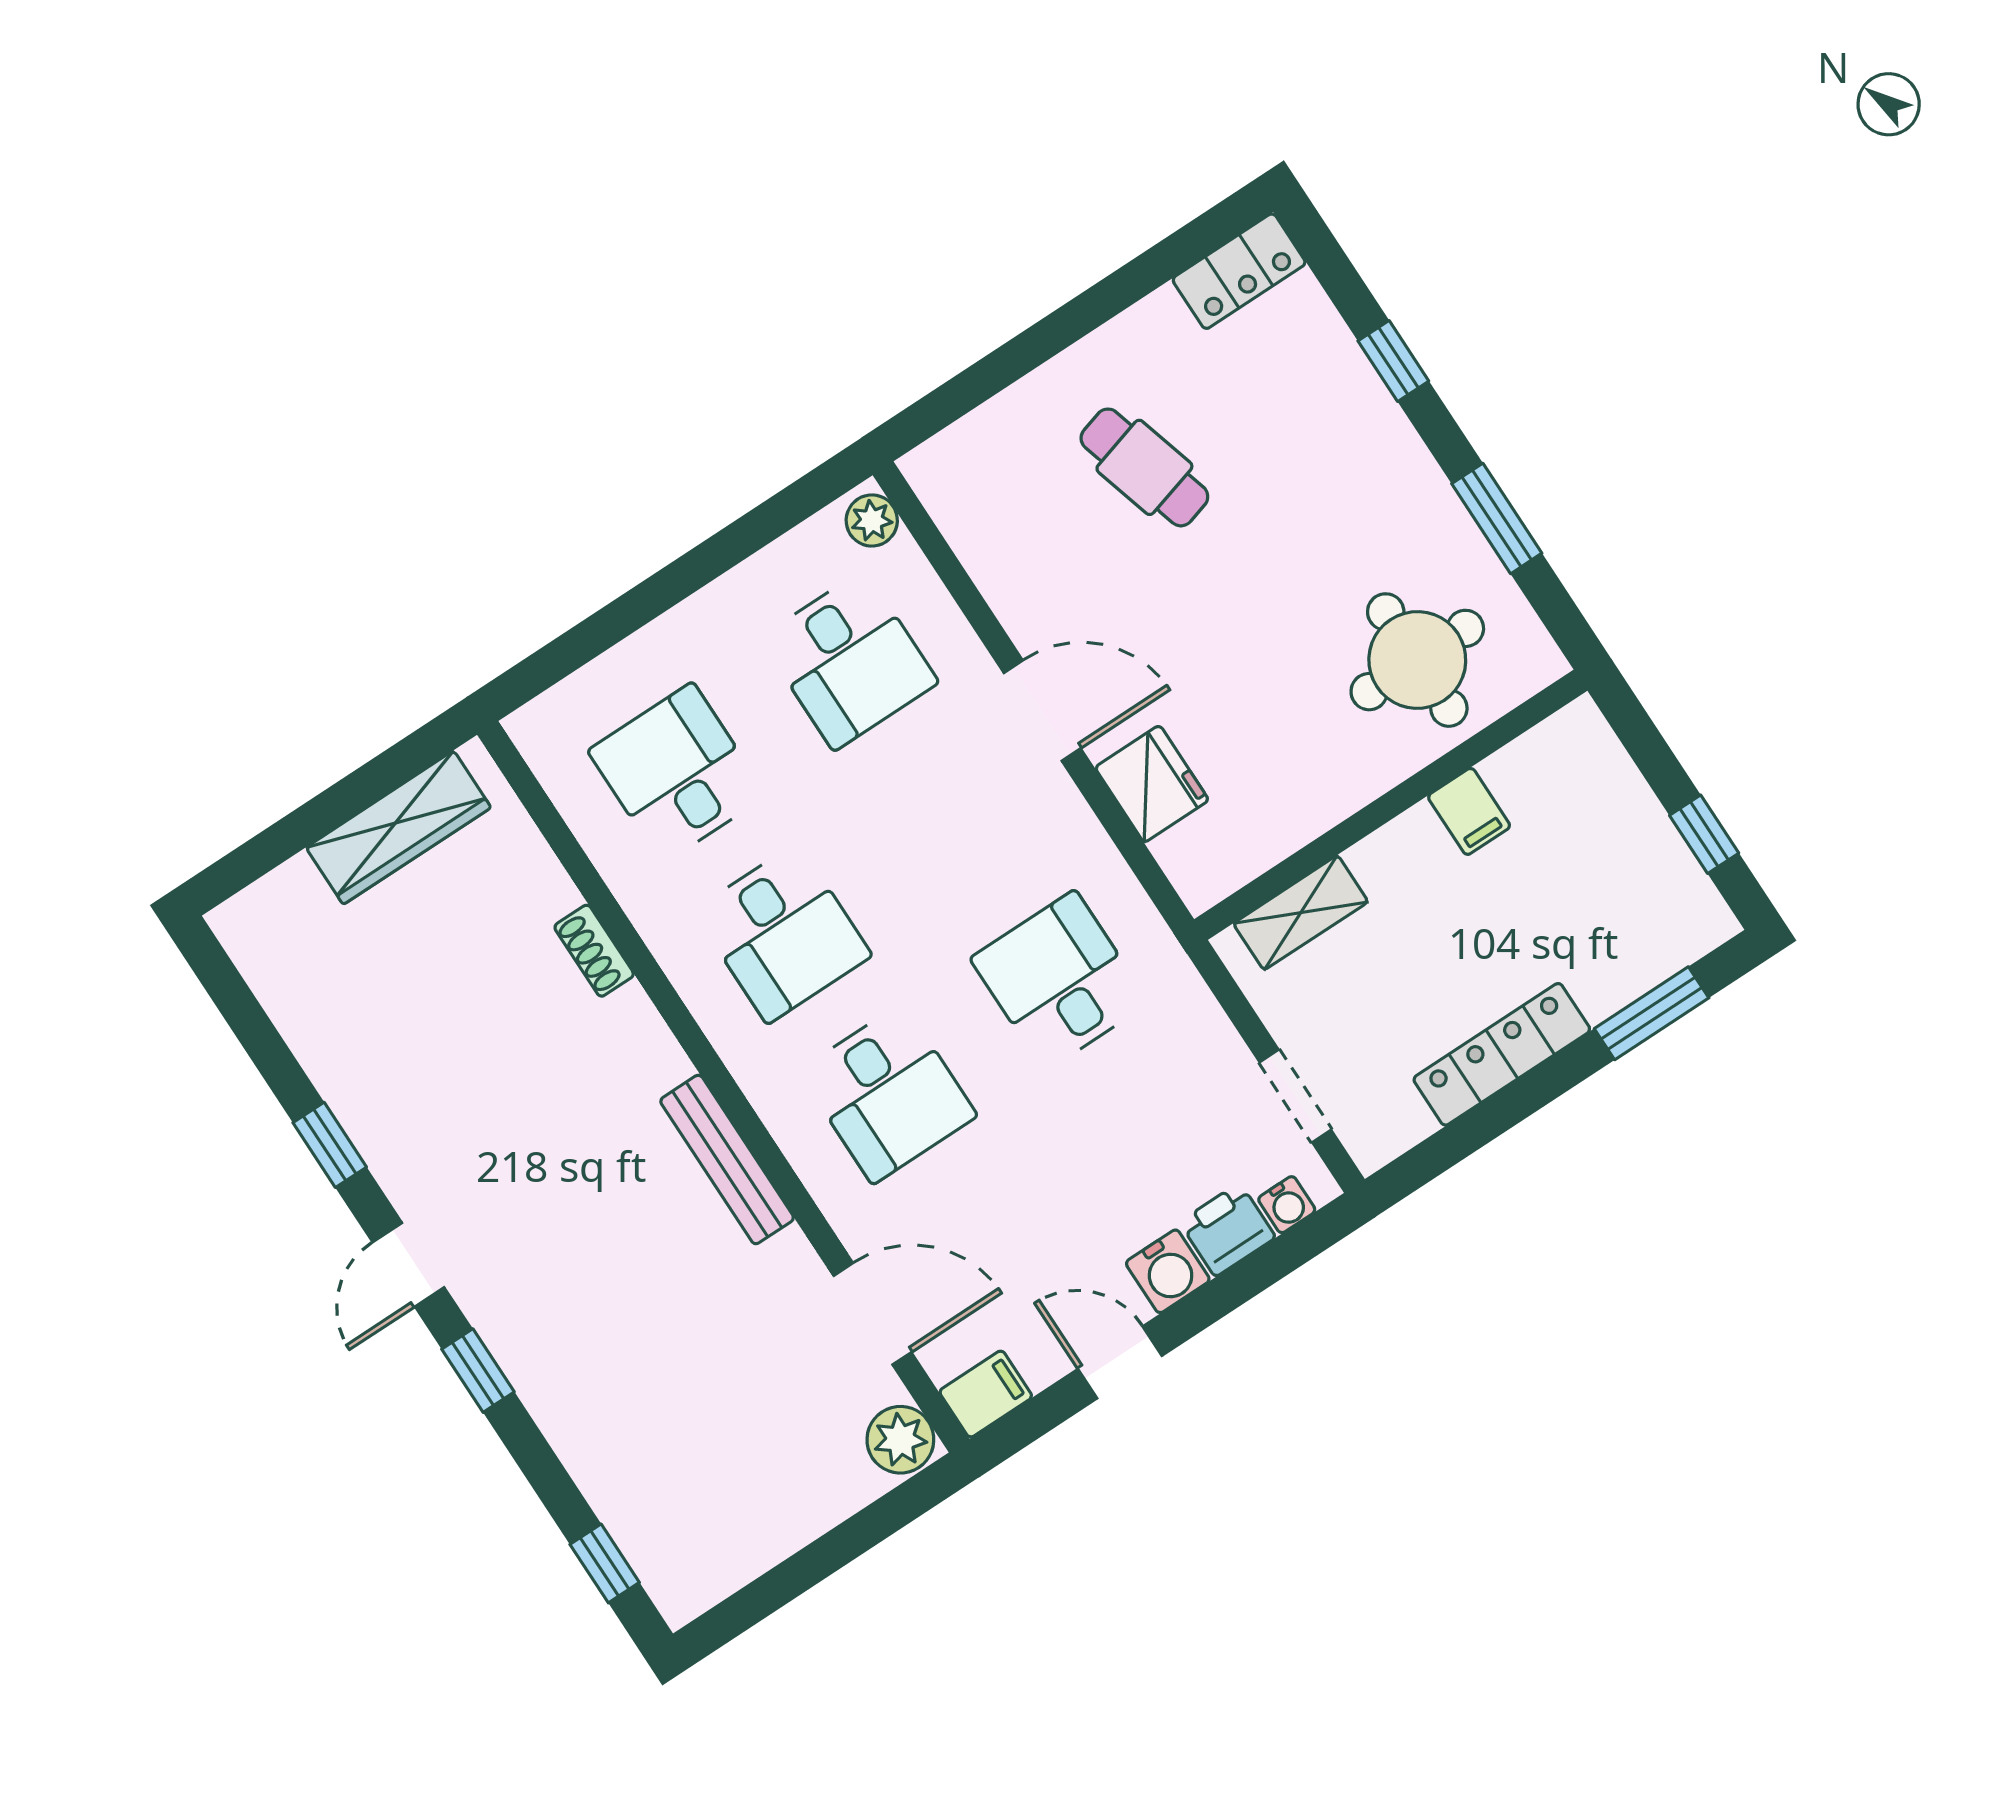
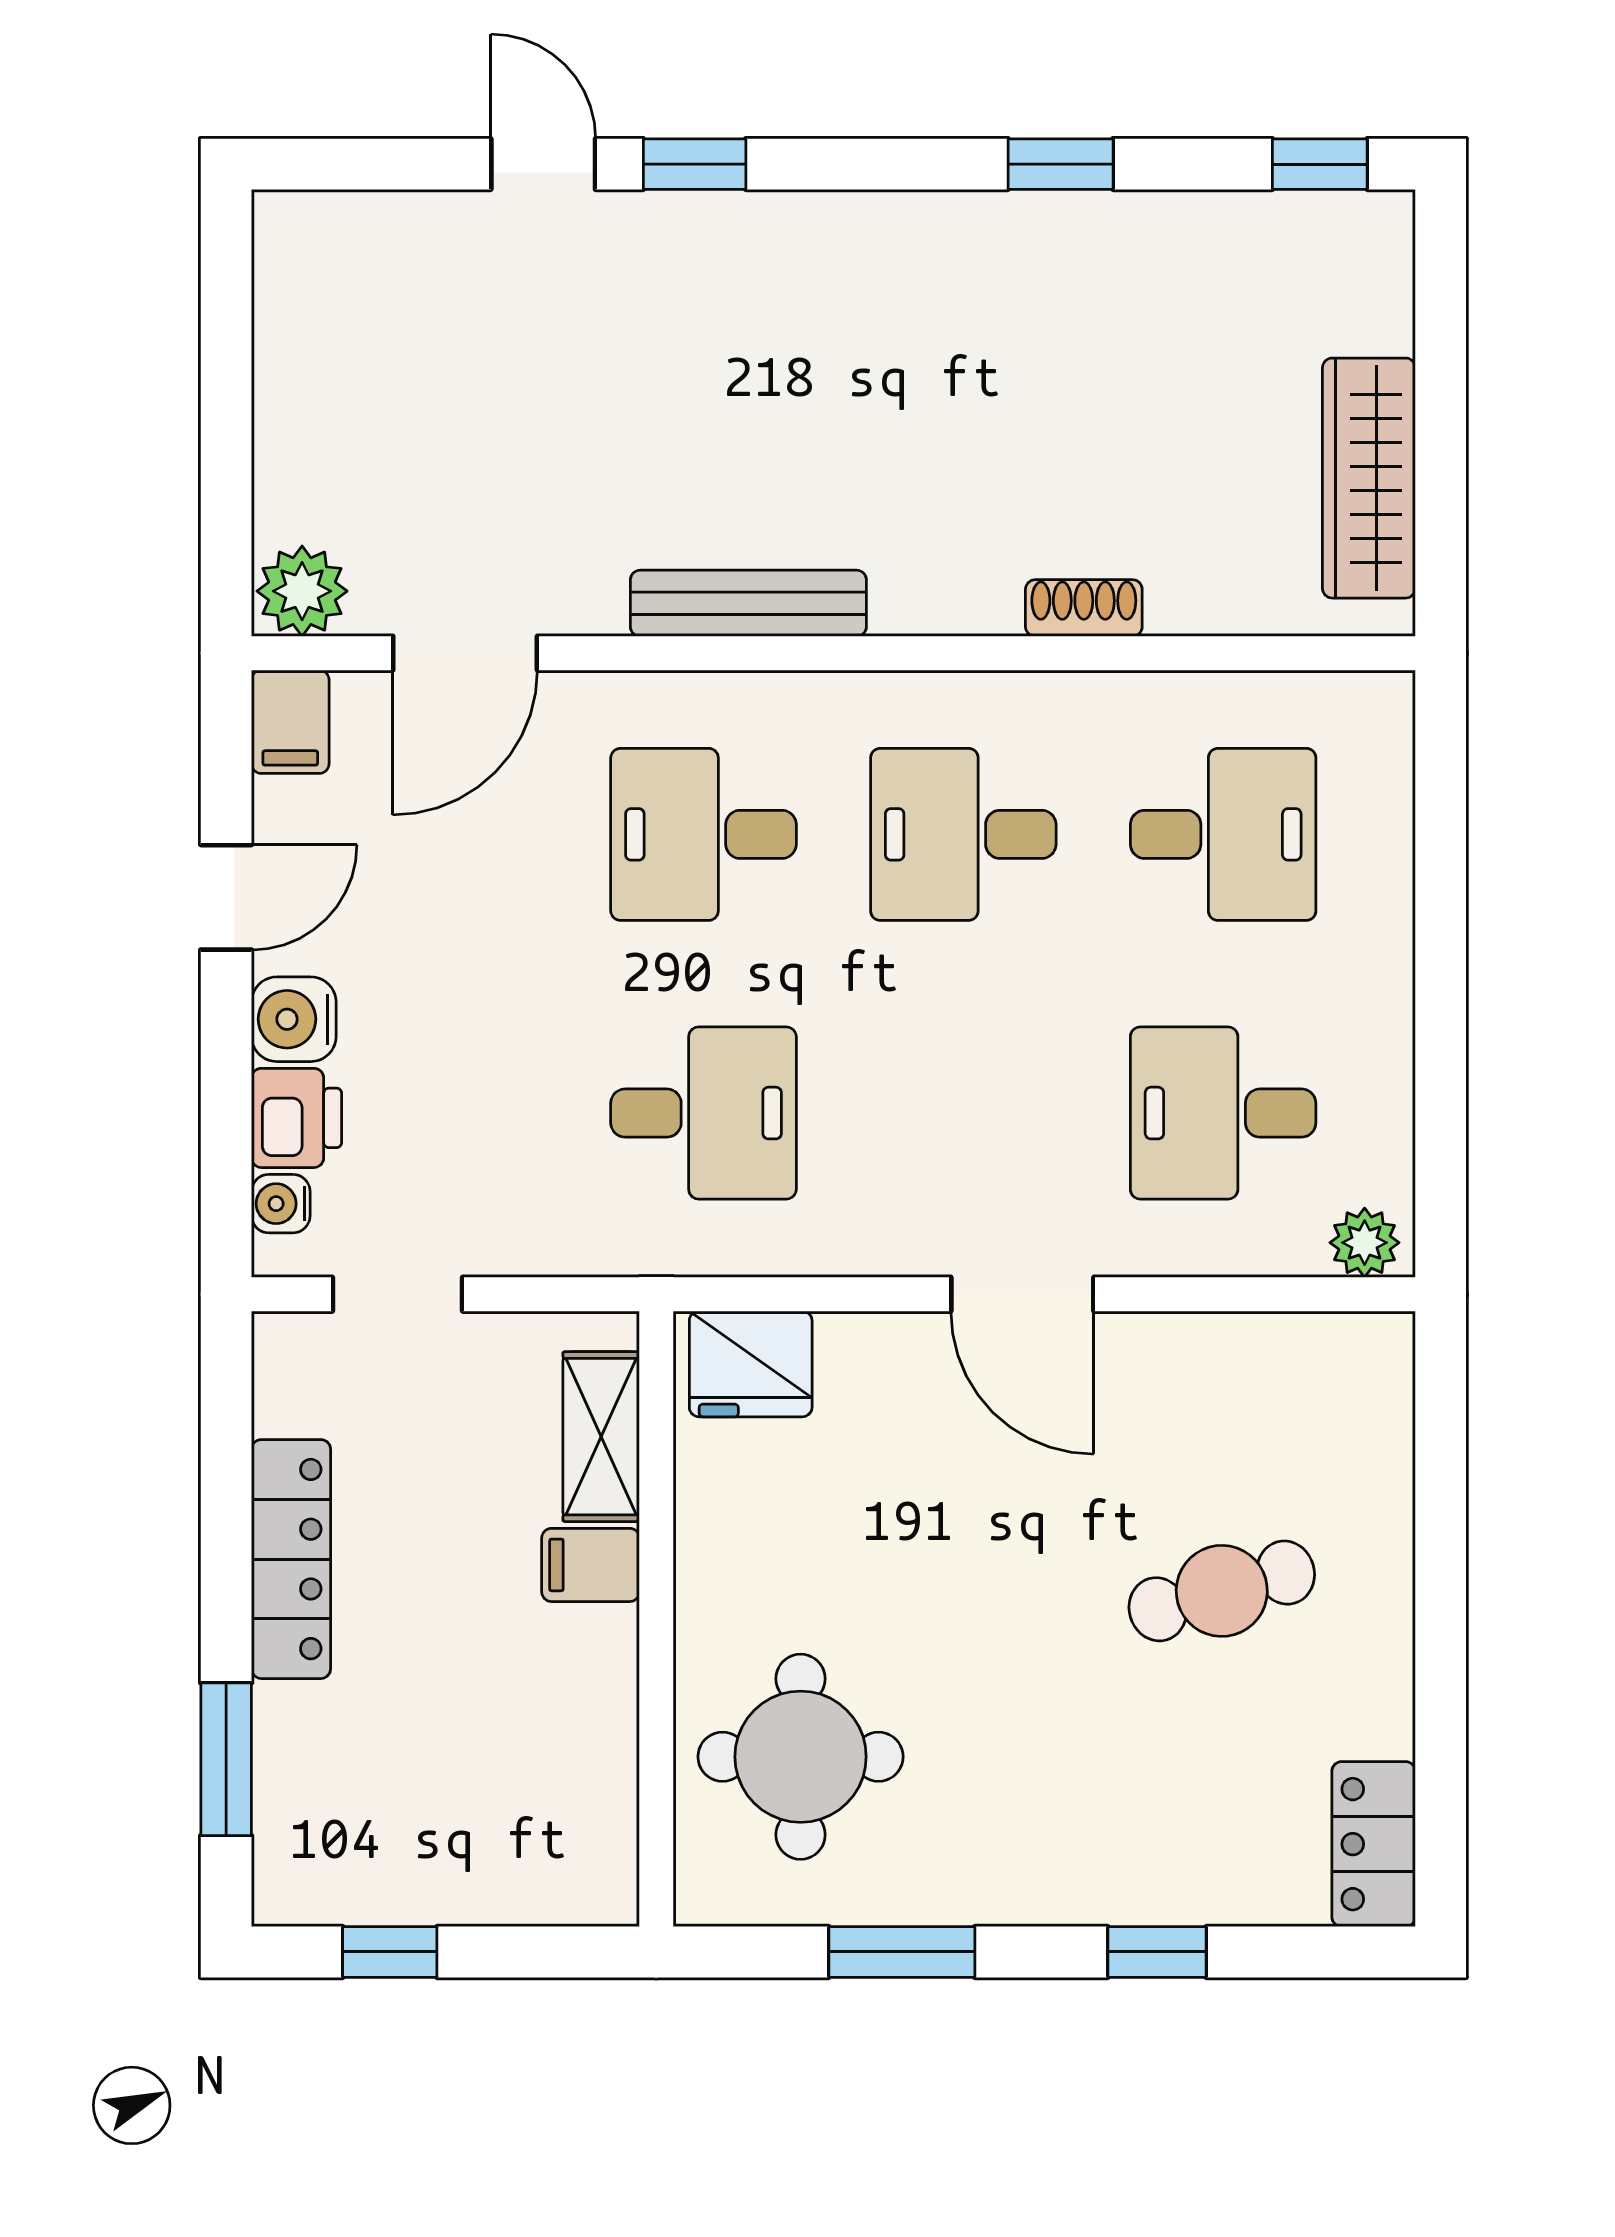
door: (1042, 711) -> (1022, 1294), hinge flipped
fridge: (1152, 784) -> (751, 1364), moved
filing cabinet: (1469, 811) -> (591, 1565), moved
door: (408, 1265) -> (543, 164), moved
window: (605, 1563) -> (1320, 164), moved

